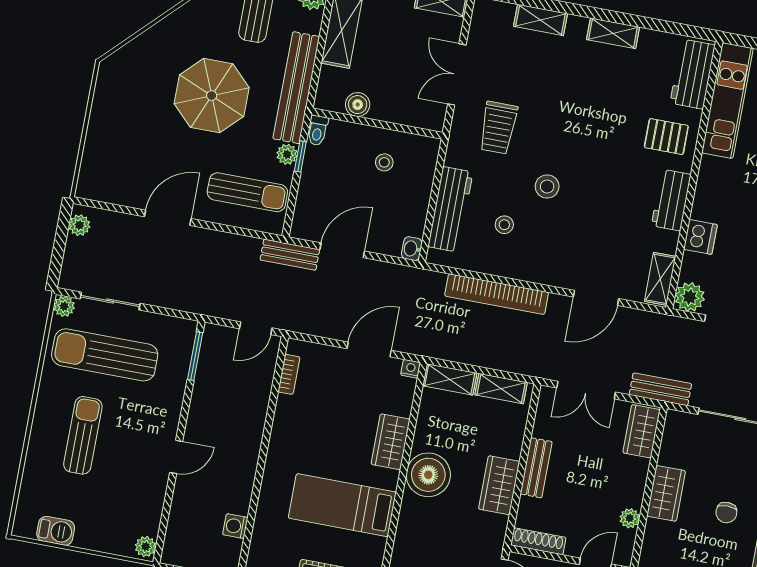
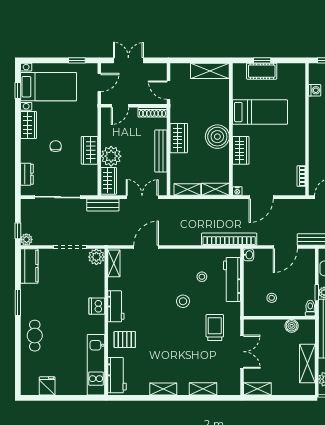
dishwasher: (700, 237) -> (97, 306), moved
bookcase: (497, 294) -> (229, 239), moved
bench: (536, 468) -> (161, 151), width x1.36
plant: (630, 518) -> (111, 156), moved, width x1.87, depth x1.87

